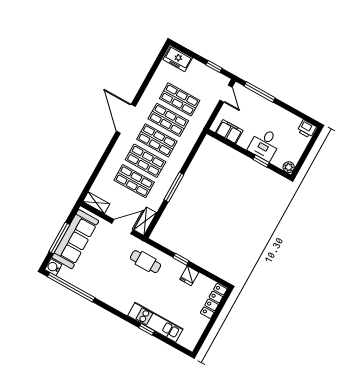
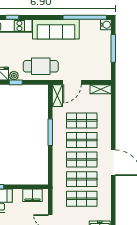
sofa: (75, 239) -> (56, 29), moved, turned -90
cafe table: (146, 262) -> (41, 66), width x1.37, depth x1.35
plant: (179, 267) -> (14, 76), added

